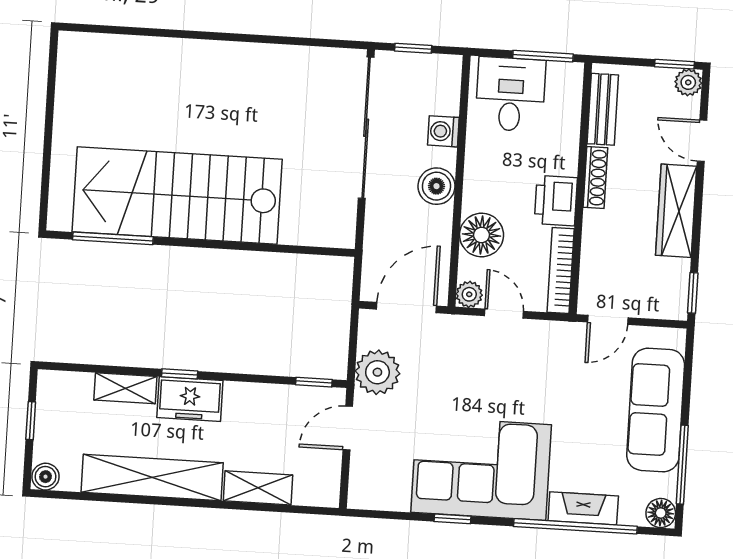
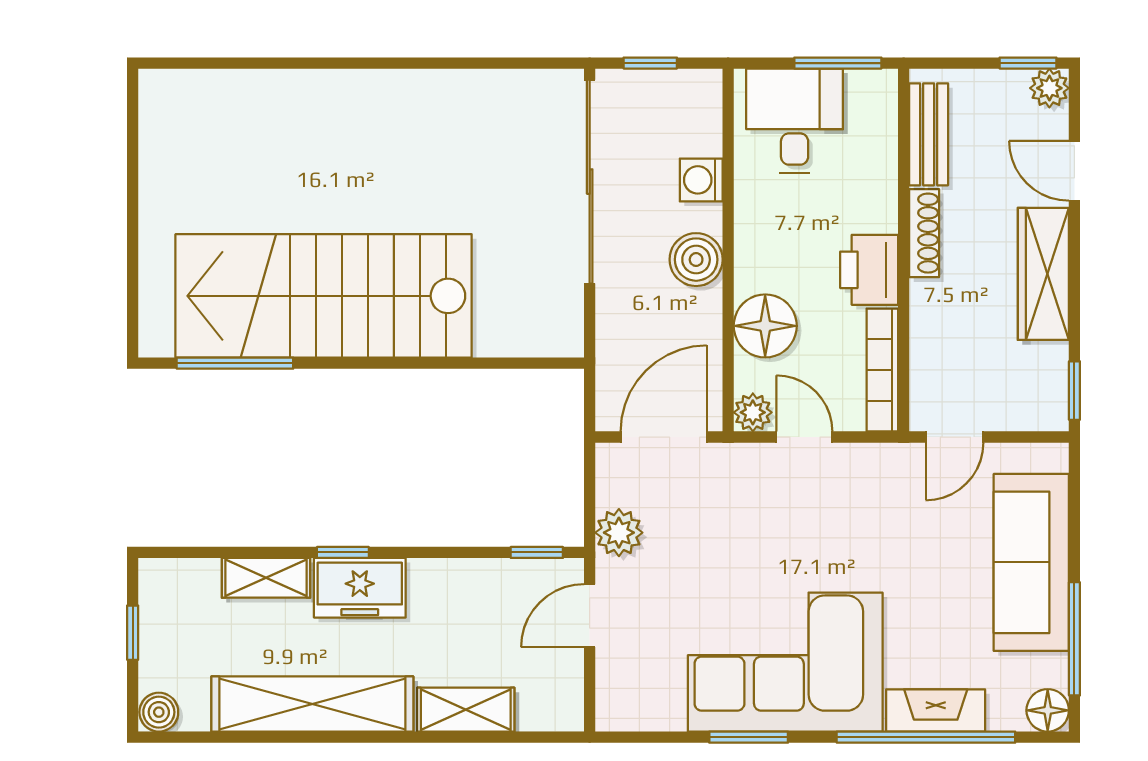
plant: (377, 372) -> (619, 533), width x0.73, depth x0.73
window: (453, 519) -> (749, 737), width x1.50

